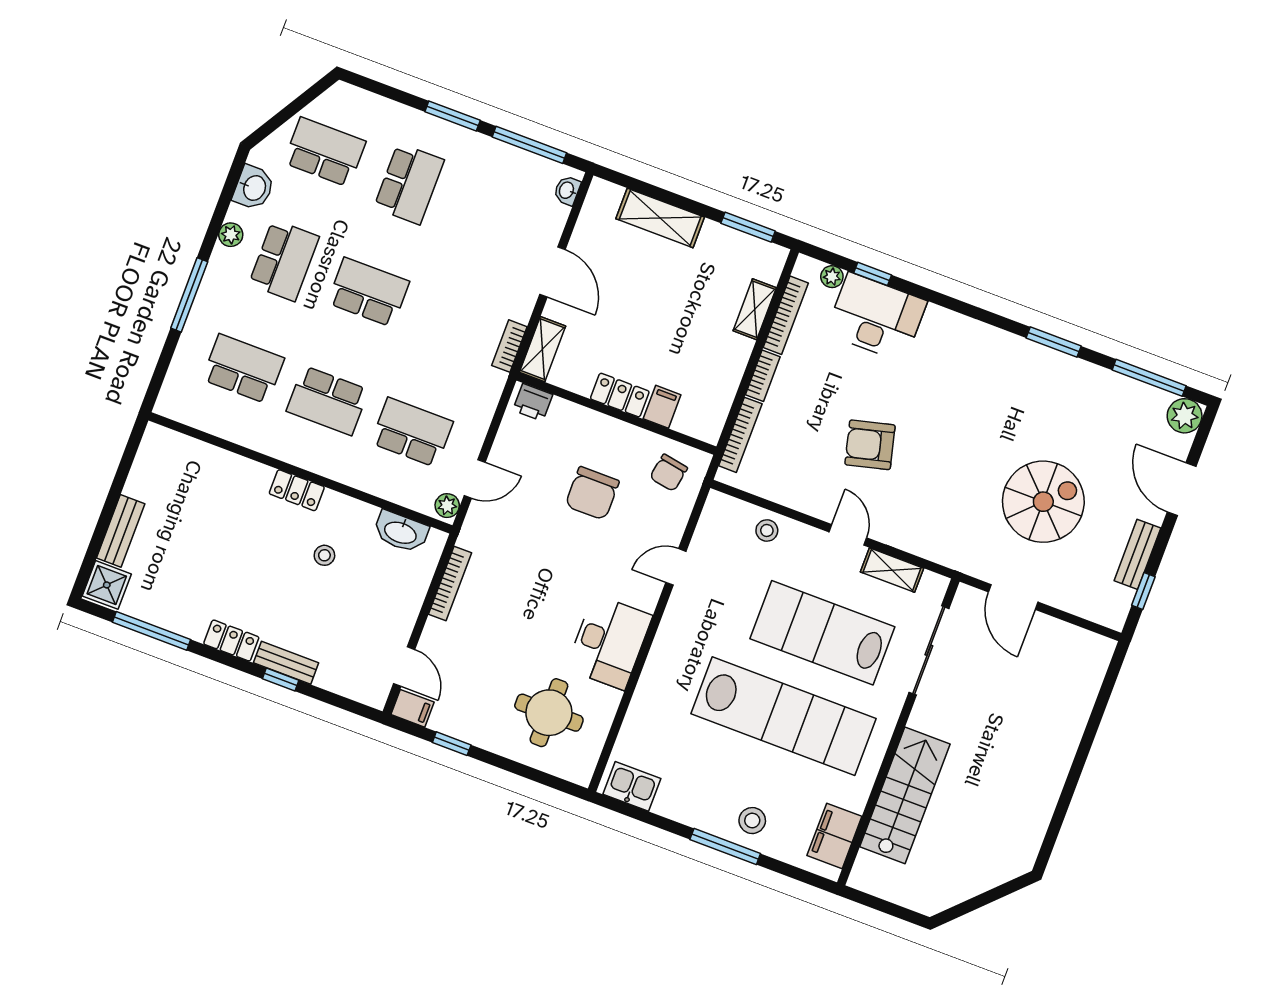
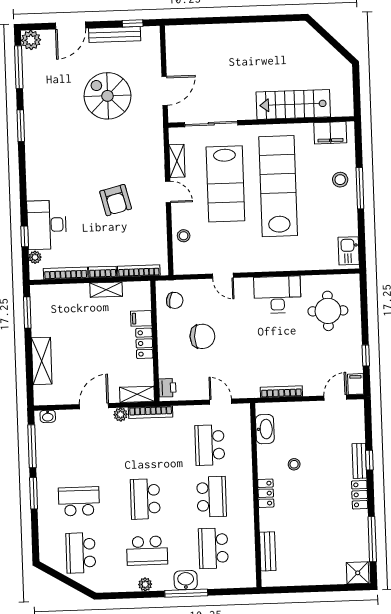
washbasin: (254, 188) -> (186, 580), moved
school desk: (284, 260) -> (147, 551), turned 180
shelving: (755, 309) -> (106, 290), moved
bookcase: (509, 346) -> (151, 412), width x1.56
plant: (447, 506) -> (121, 415), moved
bench: (121, 531) -> (268, 551), moved, turned 90
door: (848, 535) -> (168, 192), swing flipped
bench: (1137, 554) -> (115, 35), width x1.36

